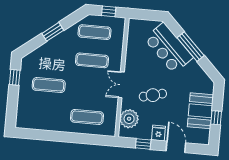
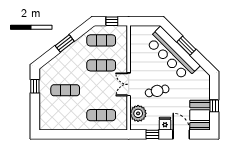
window: (191, 47) -> (186, 46), width x0.69
bar counter: (169, 48) -> (172, 54), width x1.36
booth: (200, 111) -> (200, 115), moved

